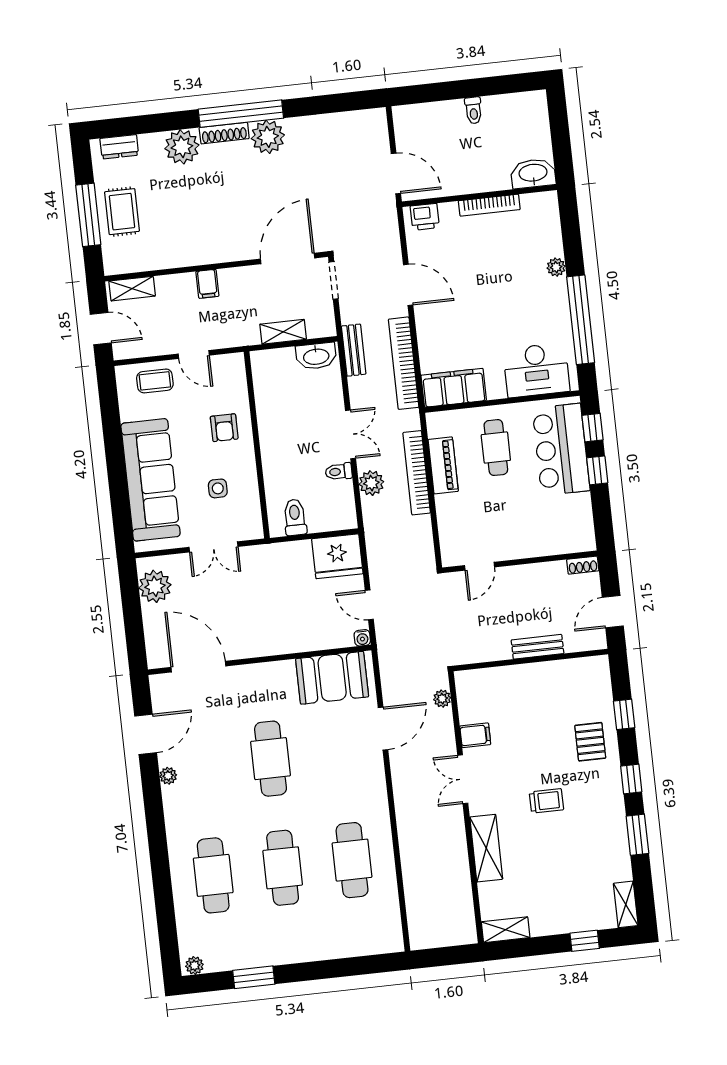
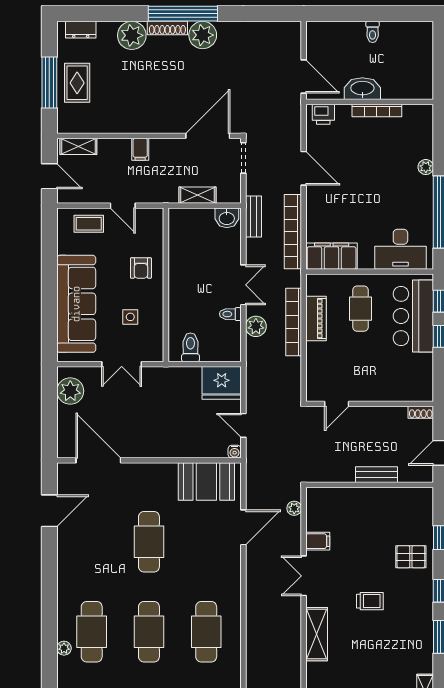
washbasin: (533, 173) -> (362, 89), moved
washbasin: (316, 356) -> (227, 218), width x0.72
pallet: (590, 742) -> (411, 557), turned 90
plant: (168, 776) -> (64, 648), moved

